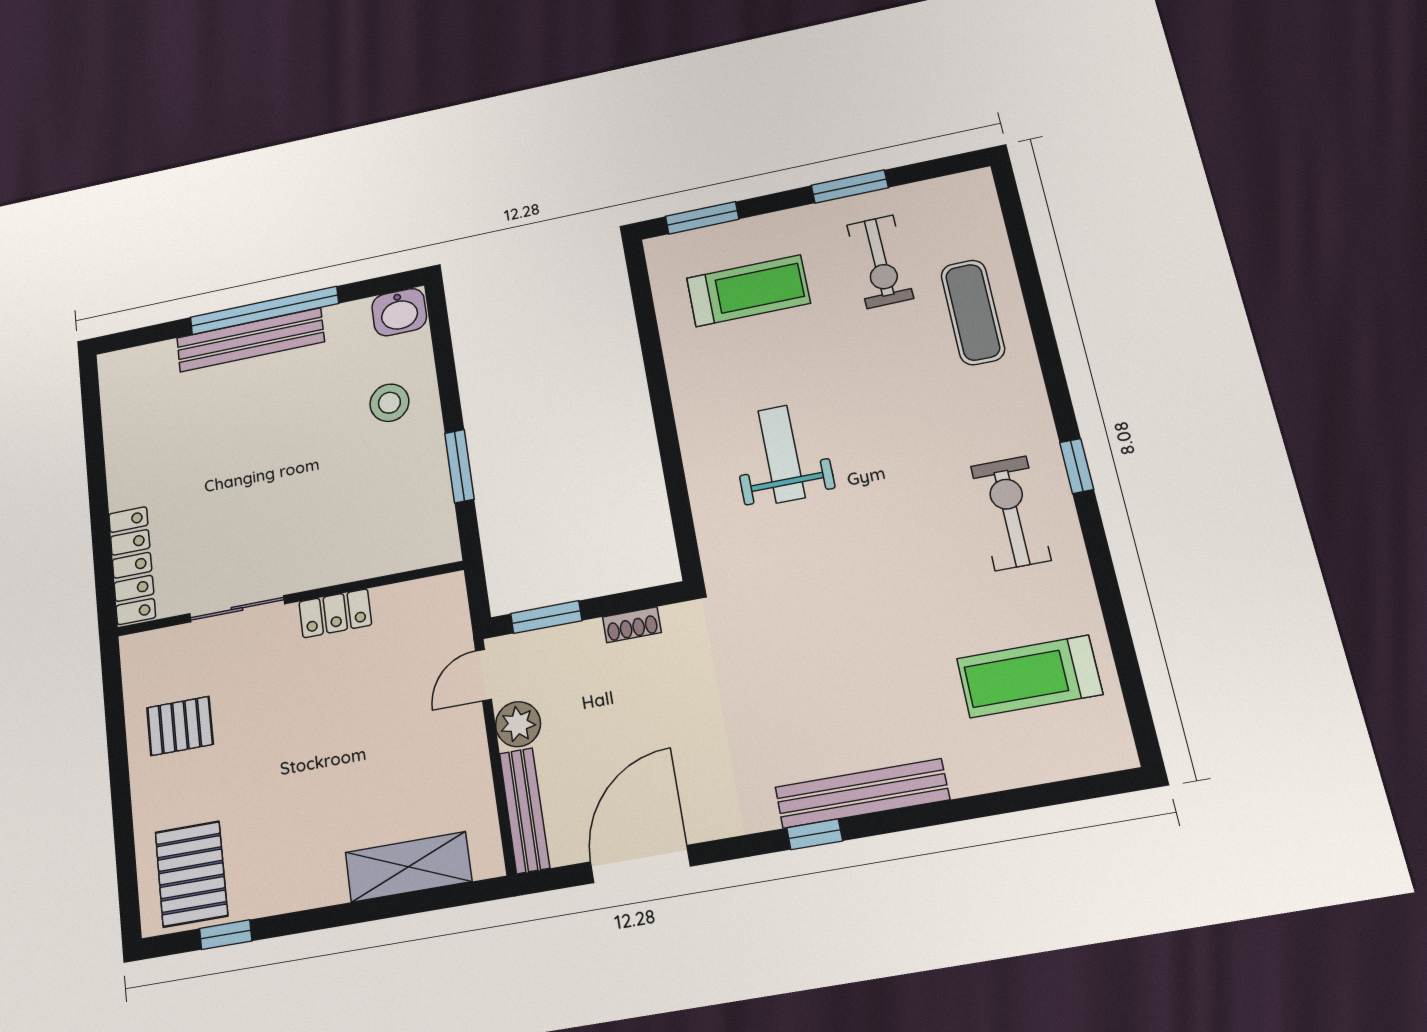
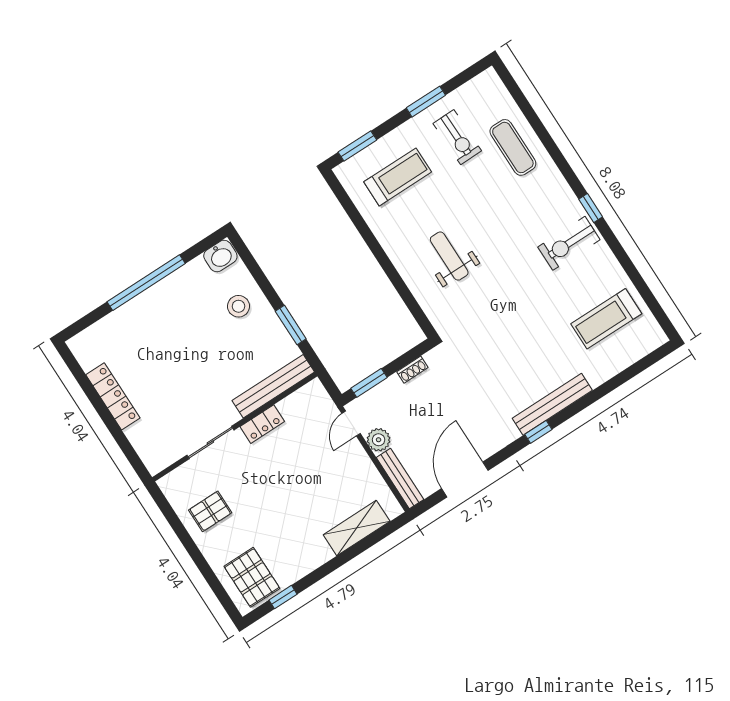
bench: (250, 340) -> (273, 386), moved
exercise bike: (1011, 513) -> (569, 243), turned -90
locker: (132, 565) -> (113, 396), moved

